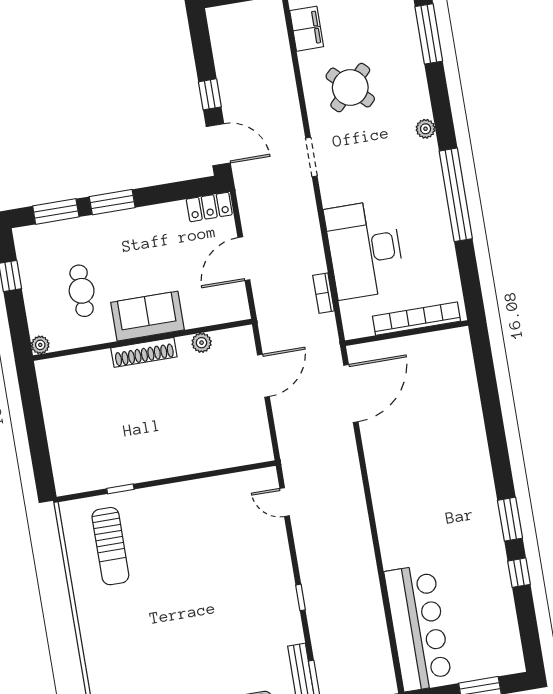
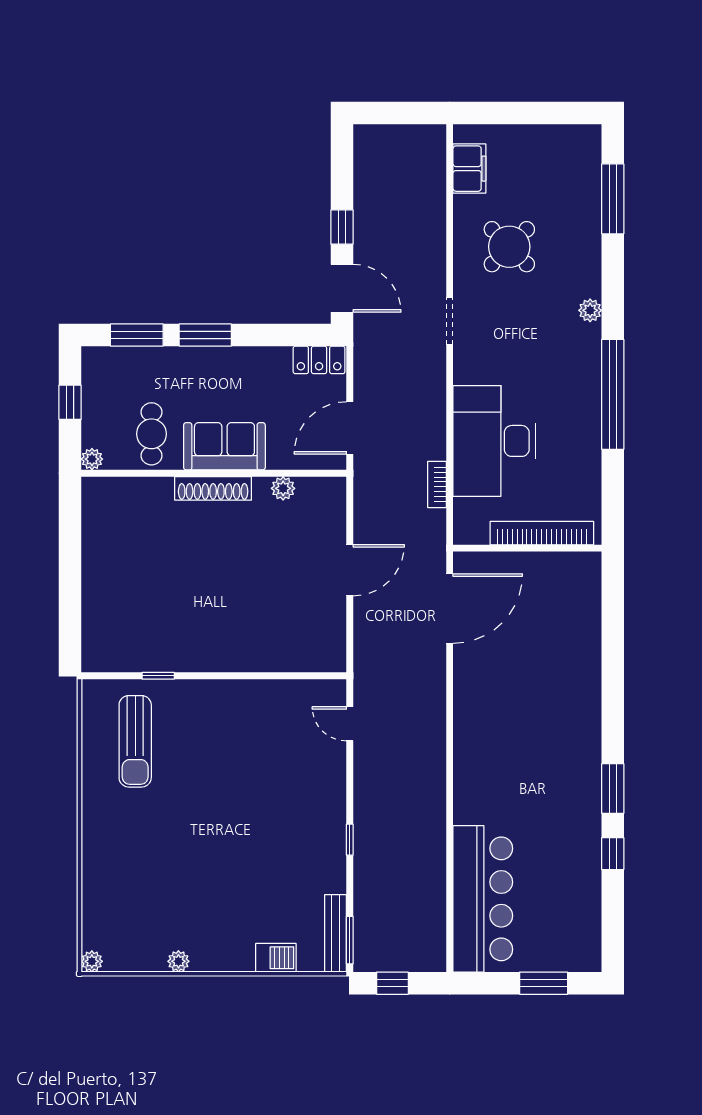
sofa: (148, 316) -> (224, 446), moved
wall: (142, 340) -> (214, 473), moved
plant: (202, 343) -> (283, 488), moved
plant: (40, 345) -> (92, 459), moved
shoe rack: (144, 352) -> (213, 488), moved

